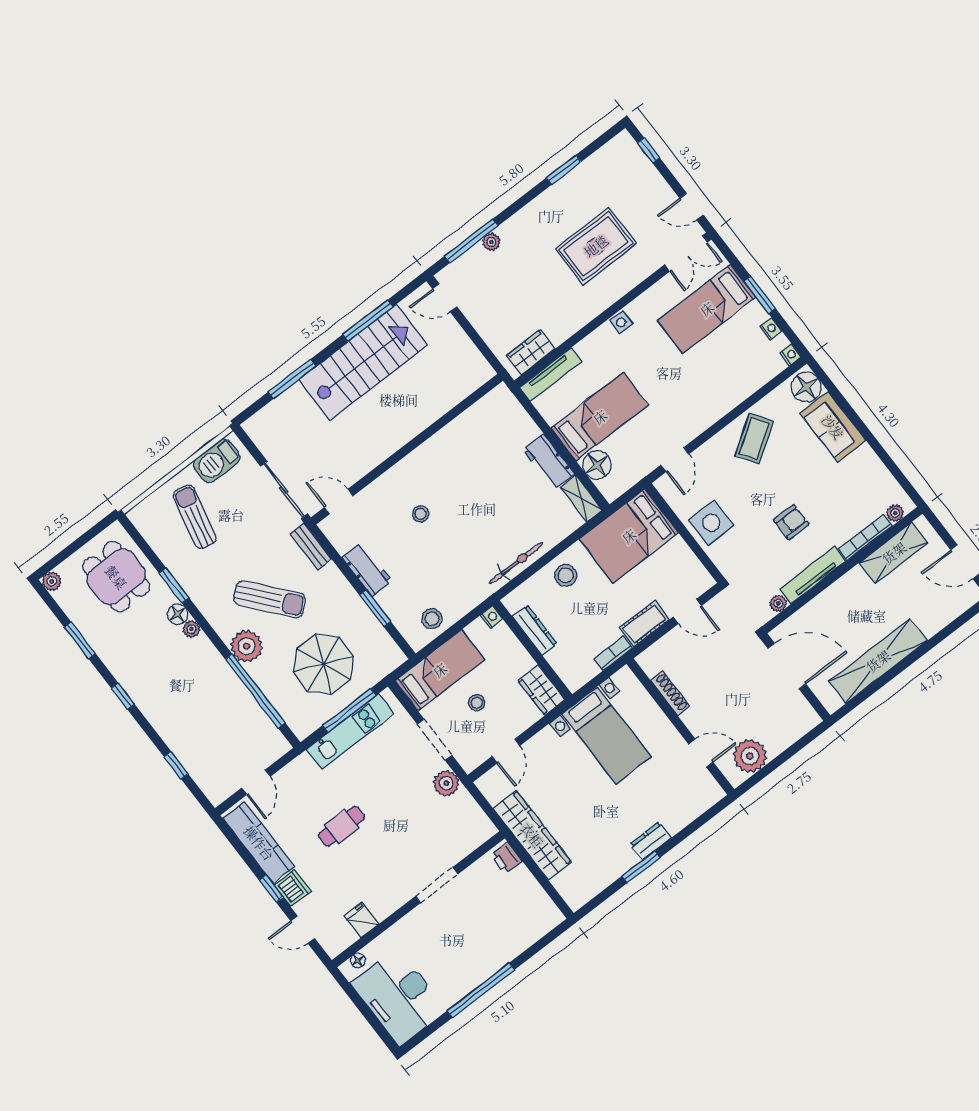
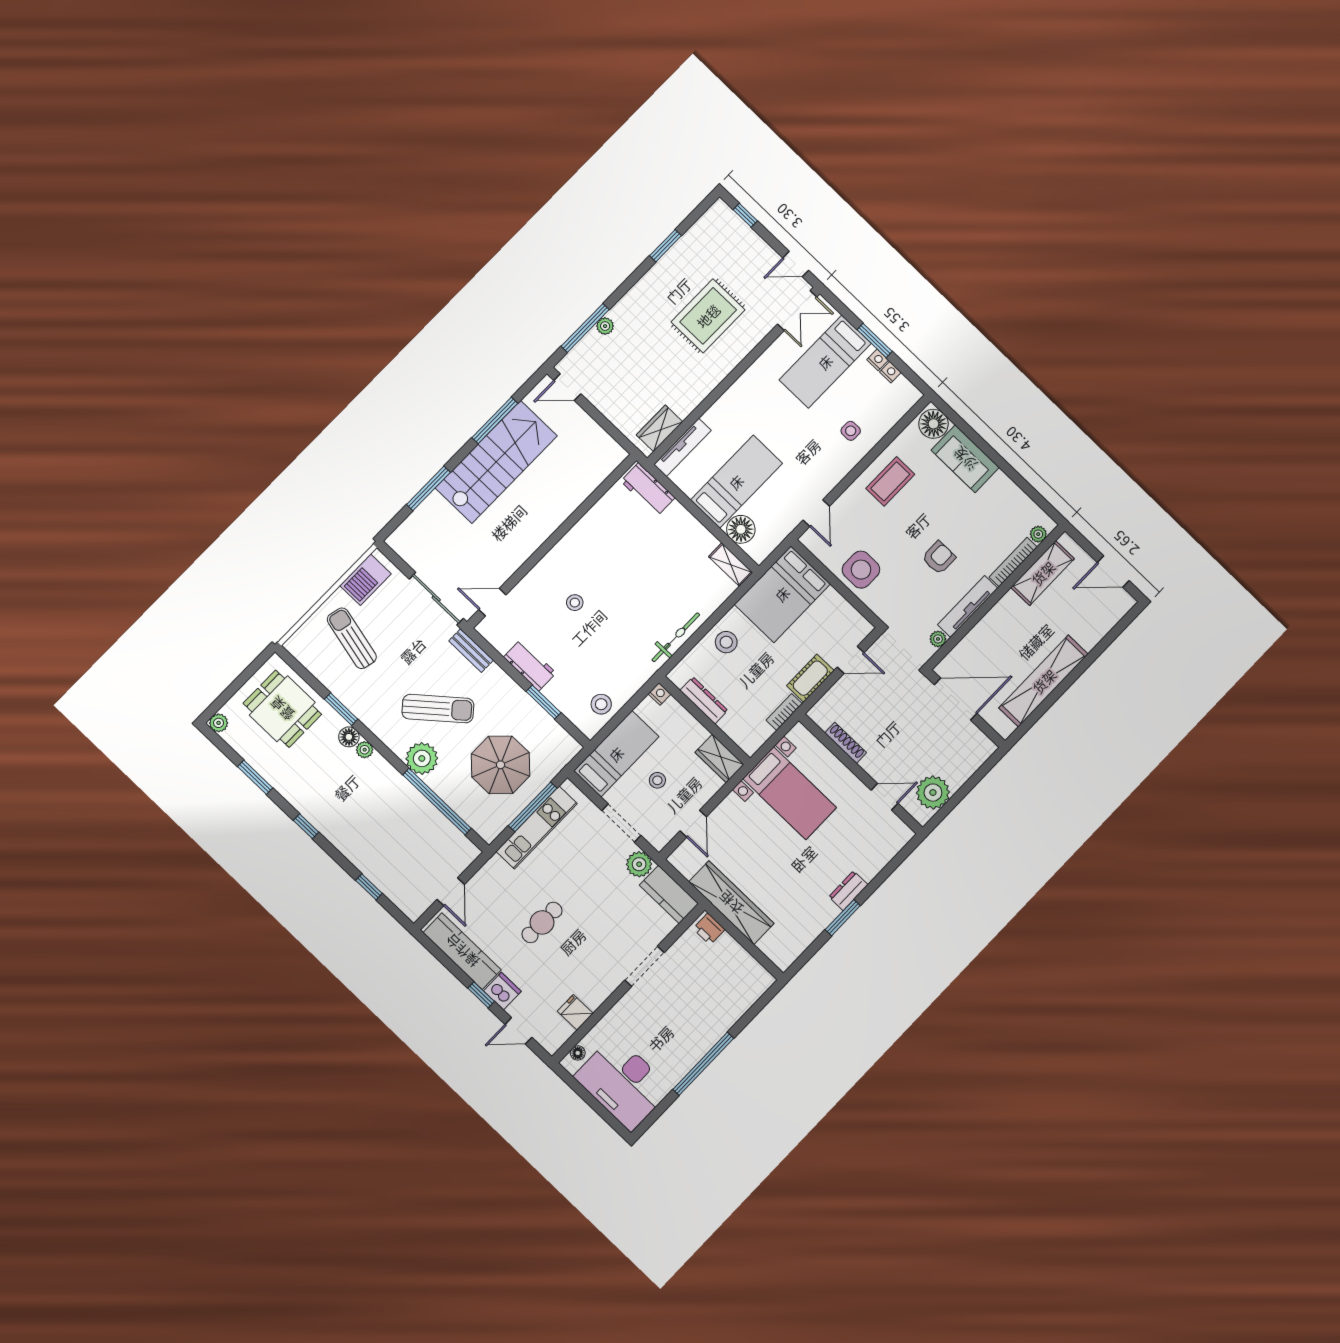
side table: (621, 322) -> (851, 431), moved
nightstand: (791, 355) -> (878, 360), moved
coffee table: (754, 439) -> (890, 481), turned 34
workbench: (549, 462) -> (648, 489), moved
kitchen counter: (471, 818) -> (669, 894), added

